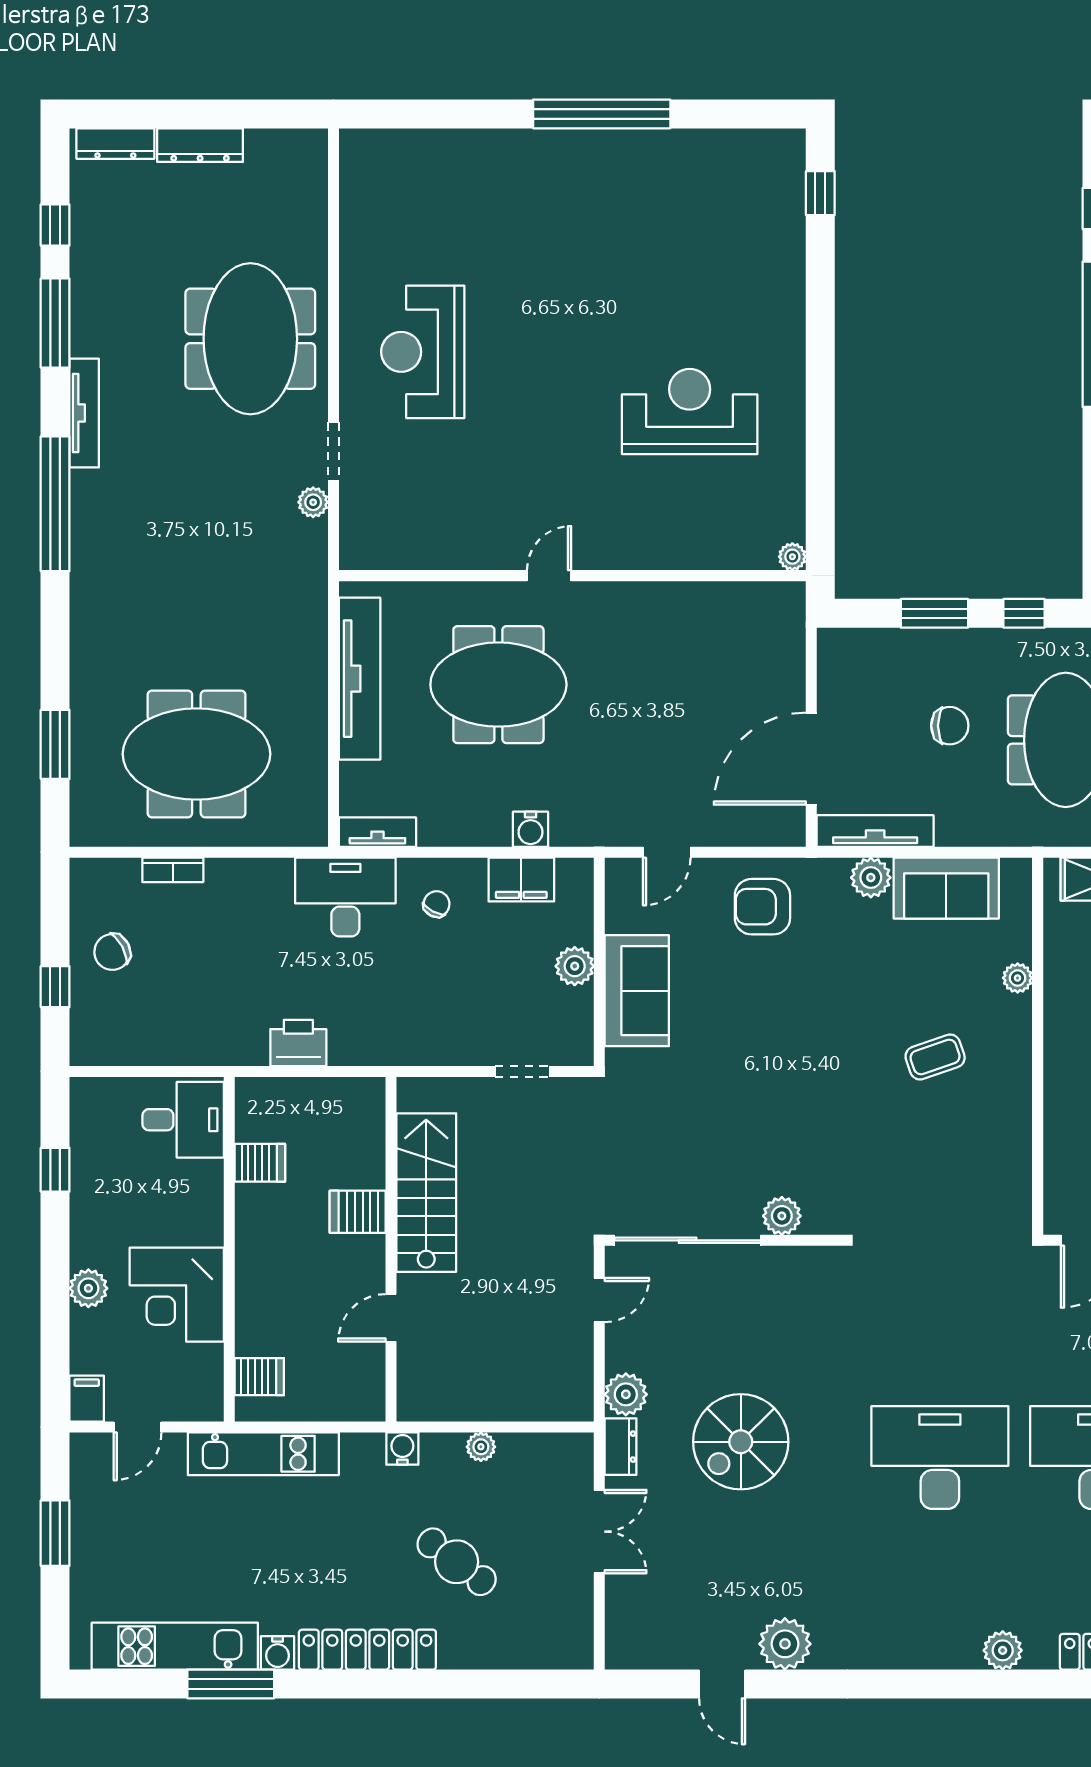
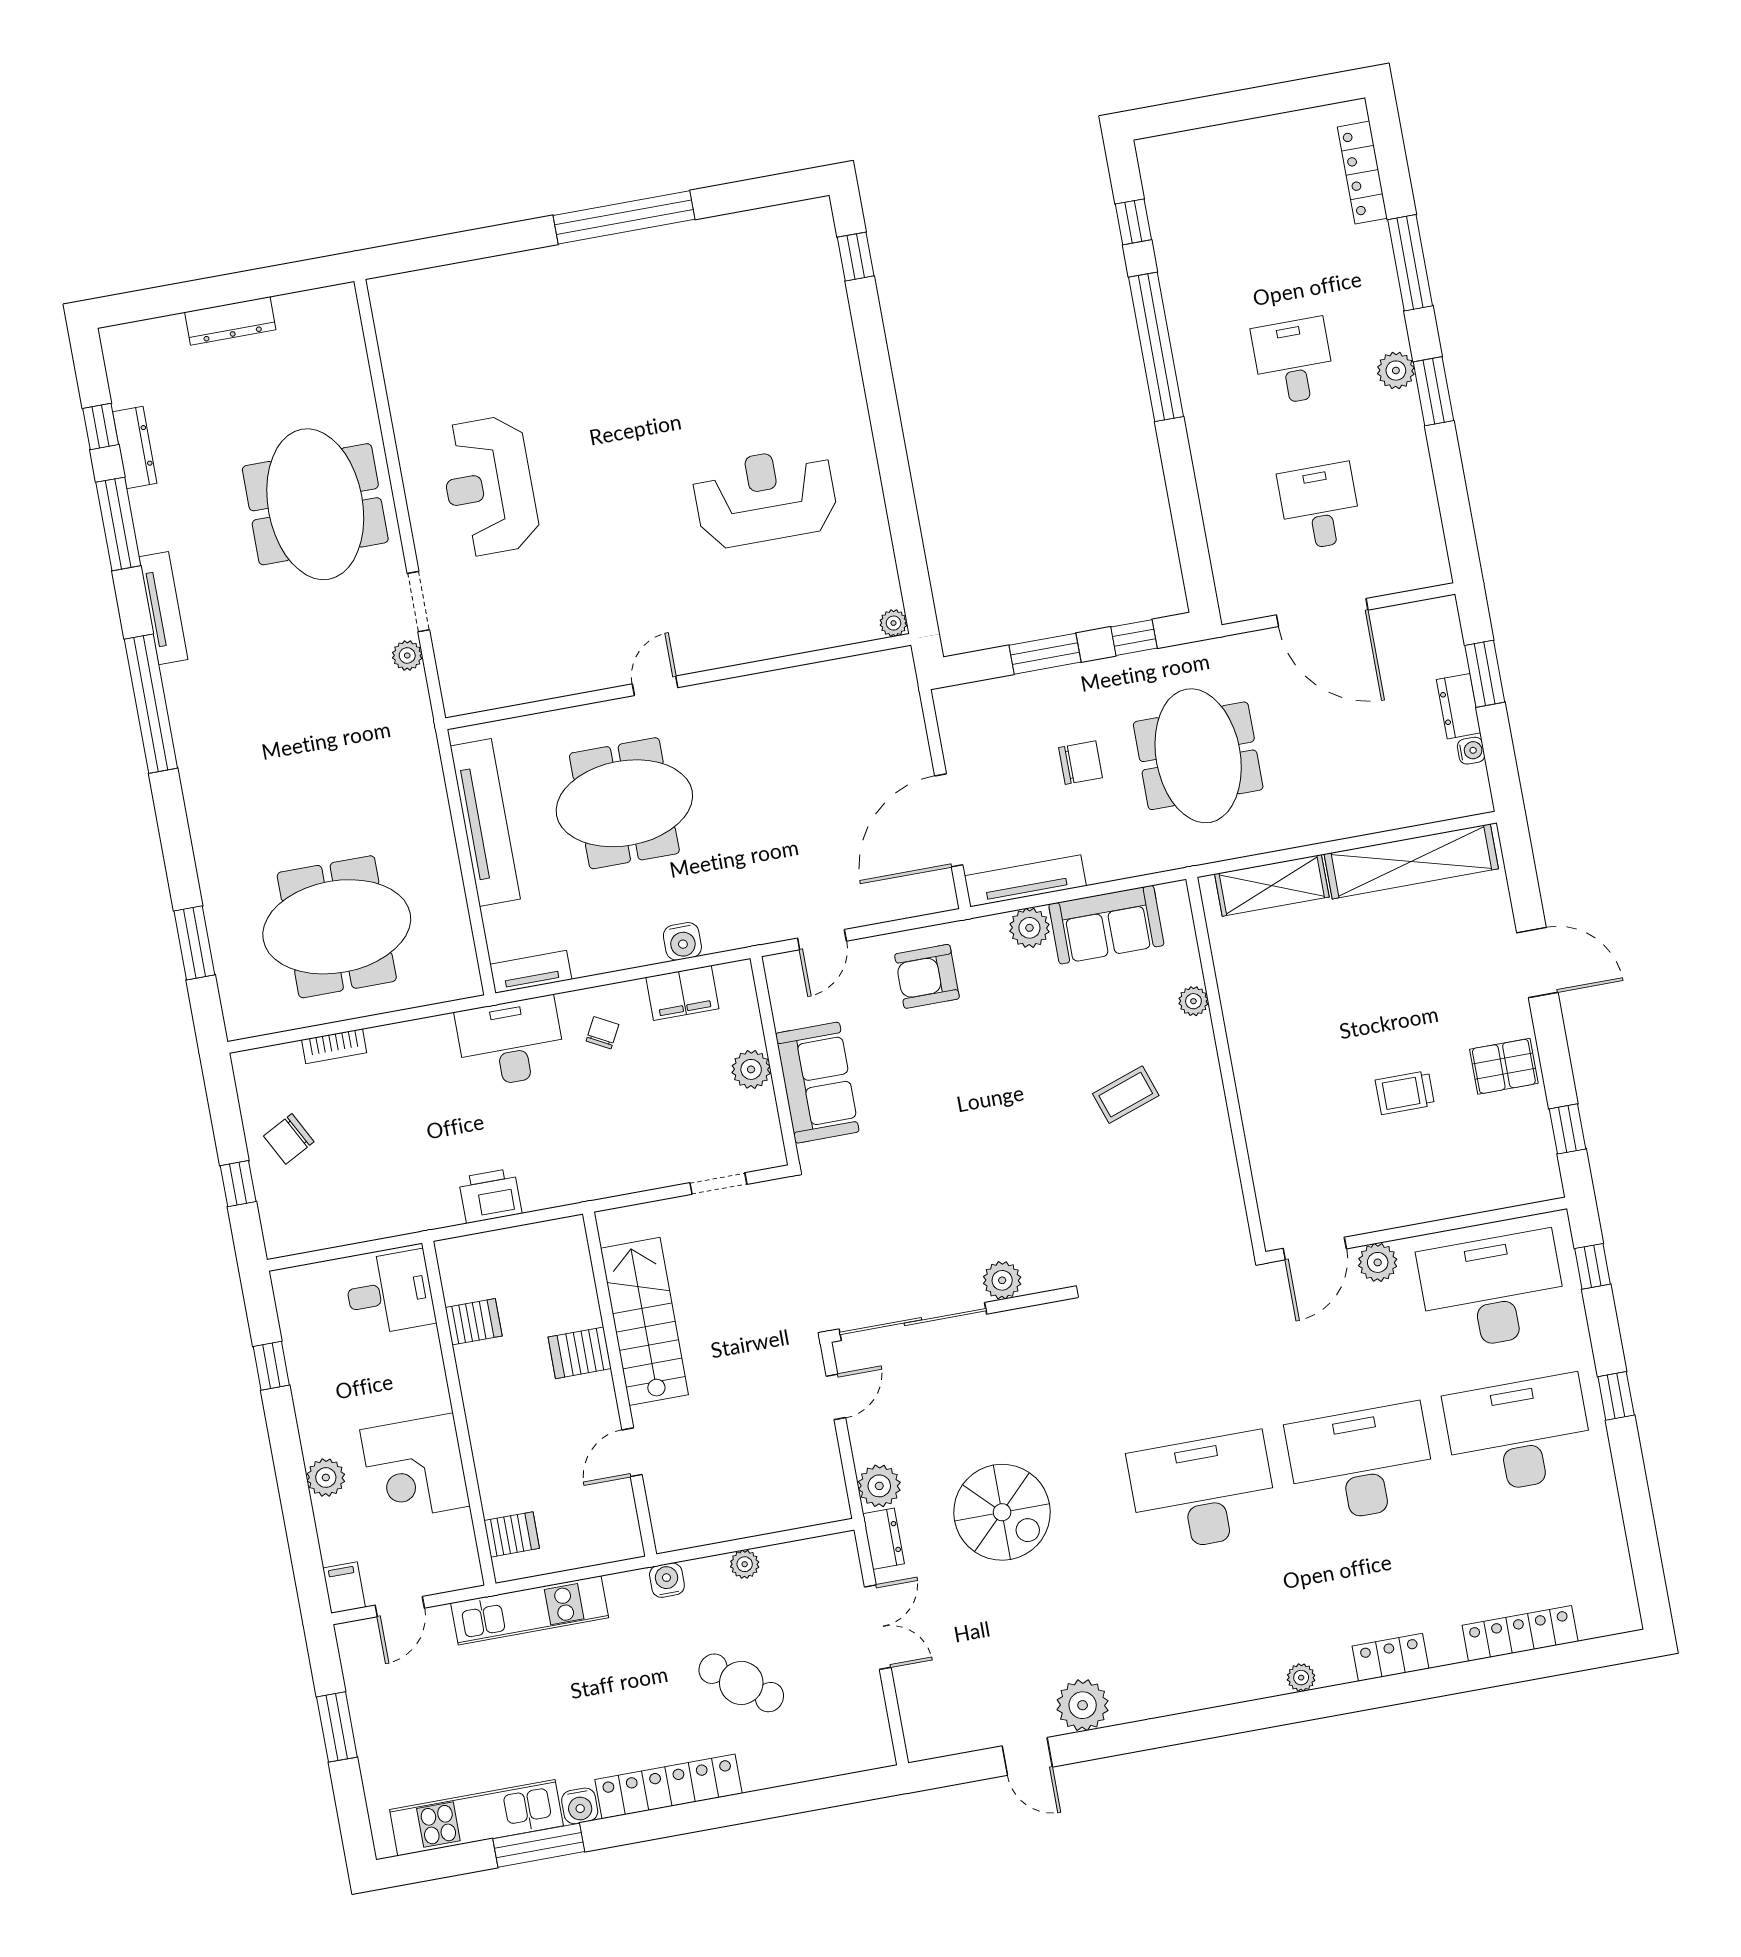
dresser: (115, 144) -> (135, 447), moved, turned -90
spiral stairs: (741, 1442) -> (1002, 1512), turned -90
plant: (1003, 1650) -> (1301, 1678), width x0.73, depth x0.73

